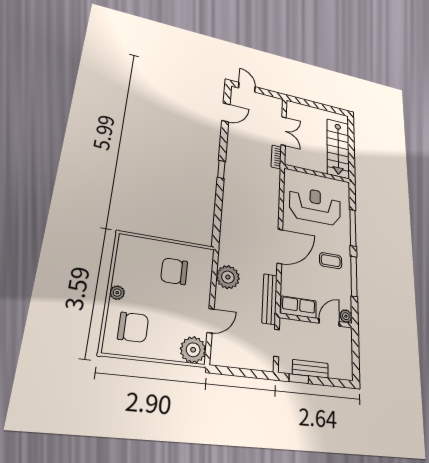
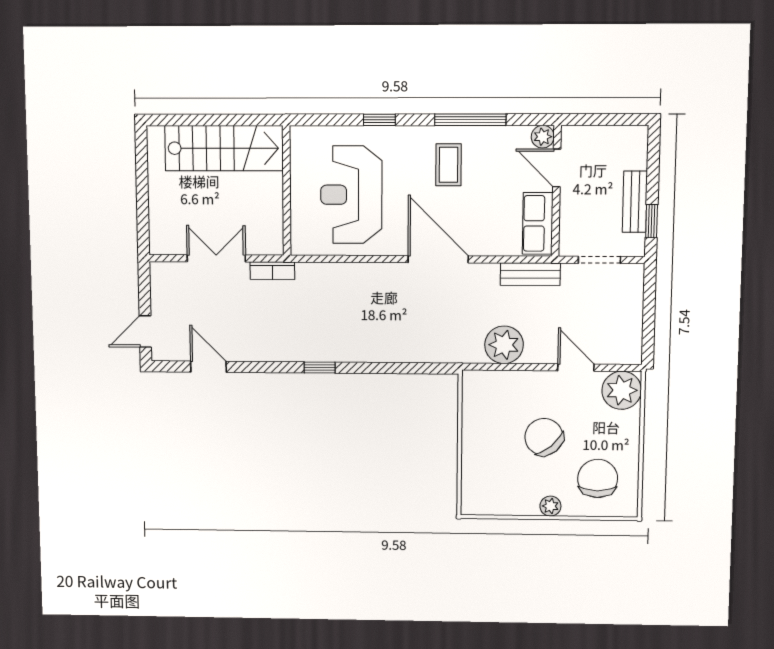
window: (353, 228) -> (379, 120), width x0.46
chair: (174, 271) -> (544, 437), moved, turned 139
bench: (270, 299) -> (530, 274), width x0.73

